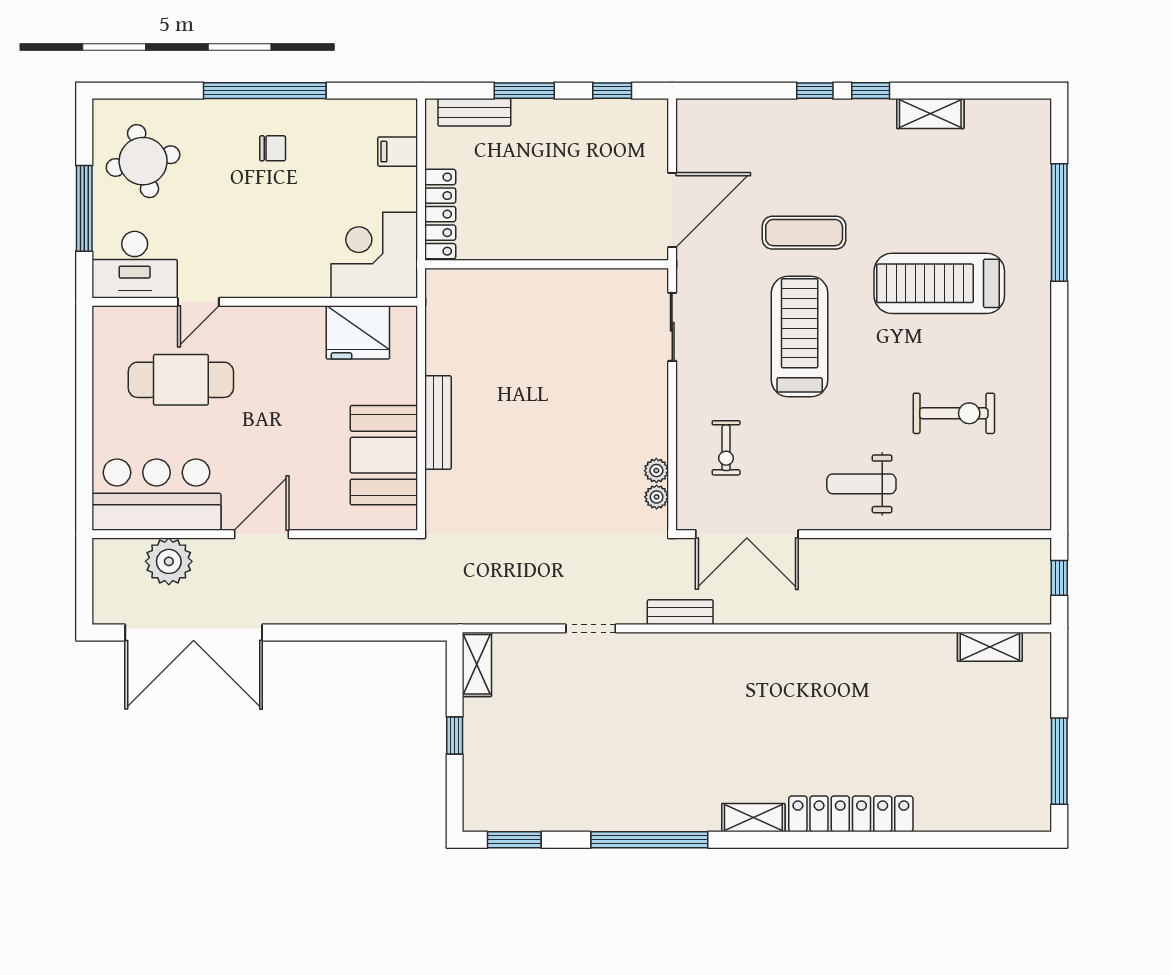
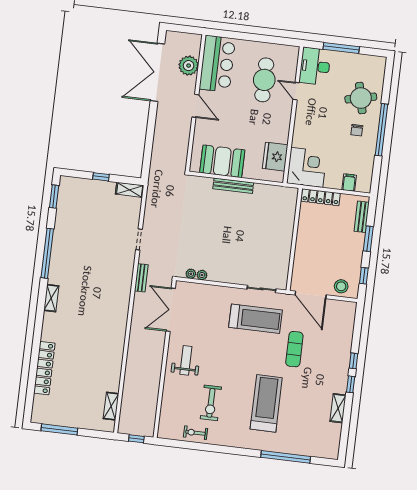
stool: (643, 141) -> (341, 286), added
round table: (143, 161) -> (361, 98), moved
treadmill: (800, 337) -> (255, 319), moved
exercise bike: (726, 448) -> (195, 433), moved
locker: (851, 814) -> (44, 368), moved

